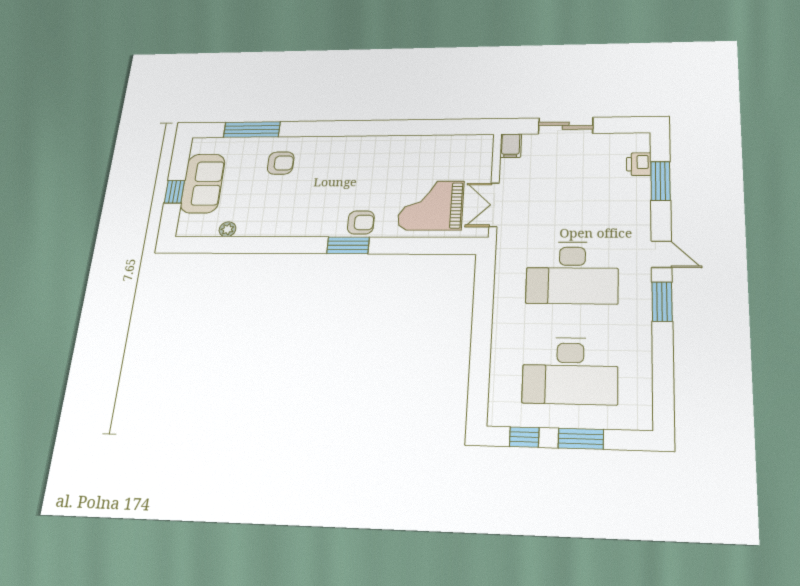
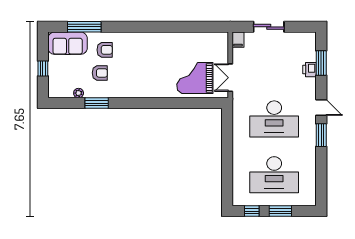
printer: (639, 164) -> (310, 70), moved
sofa: (203, 183) -> (68, 43), moved, turned 90
armchair: (361, 222) -> (100, 73), moved
window: (348, 245) -> (97, 103), moved

